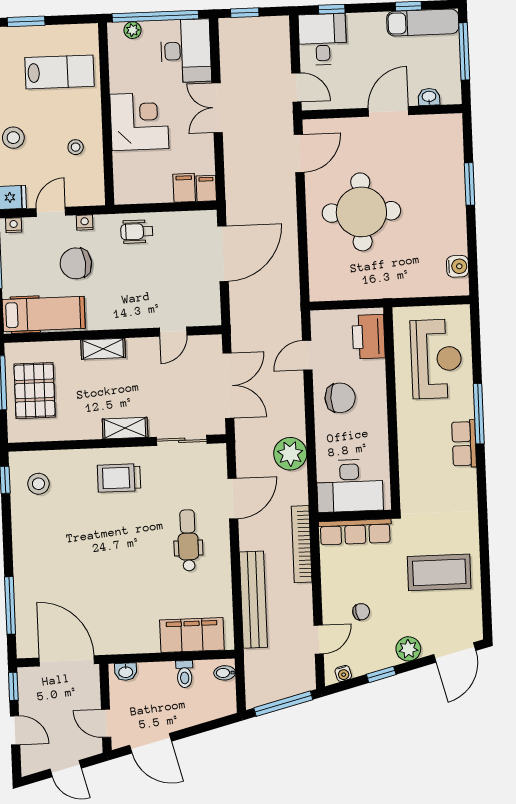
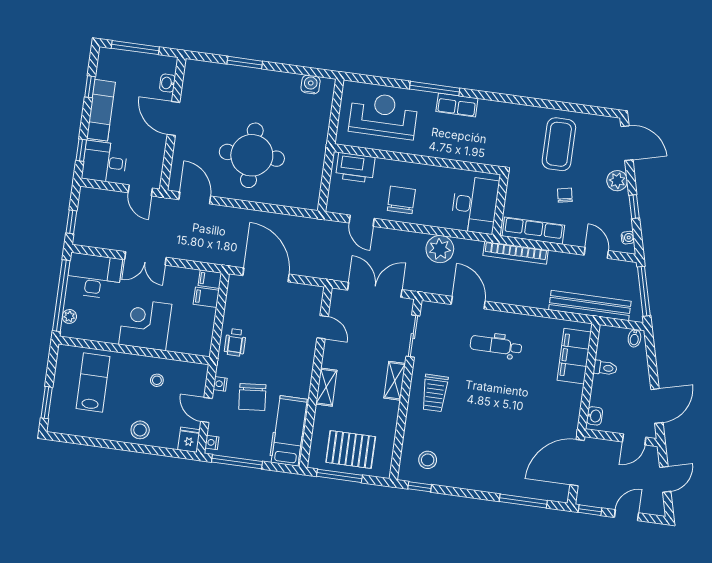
exam couch: (423, 22) -> (101, 110), moved
door: (296, 87) -> (140, 190), swing flipped
row of seats: (355, 532) -> (533, 231), moved, turned -90
bench: (253, 600) -> (590, 305), moved
chair: (361, 612) -> (565, 195), moved
bidet: (225, 673) -> (634, 338), moved

